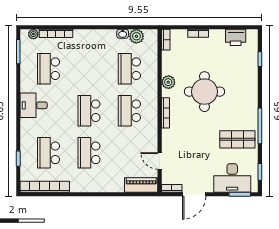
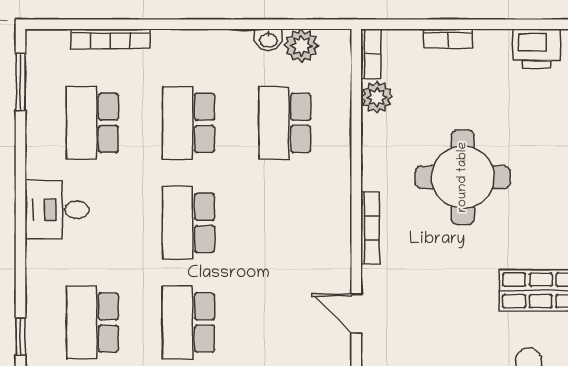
plant: (33, 34) -> (56, 41), removed
plant: (168, 82) -> (377, 97), moved
school desk: (129, 111) -> (188, 123), moved
door: (160, 161) -> (356, 313), moved

